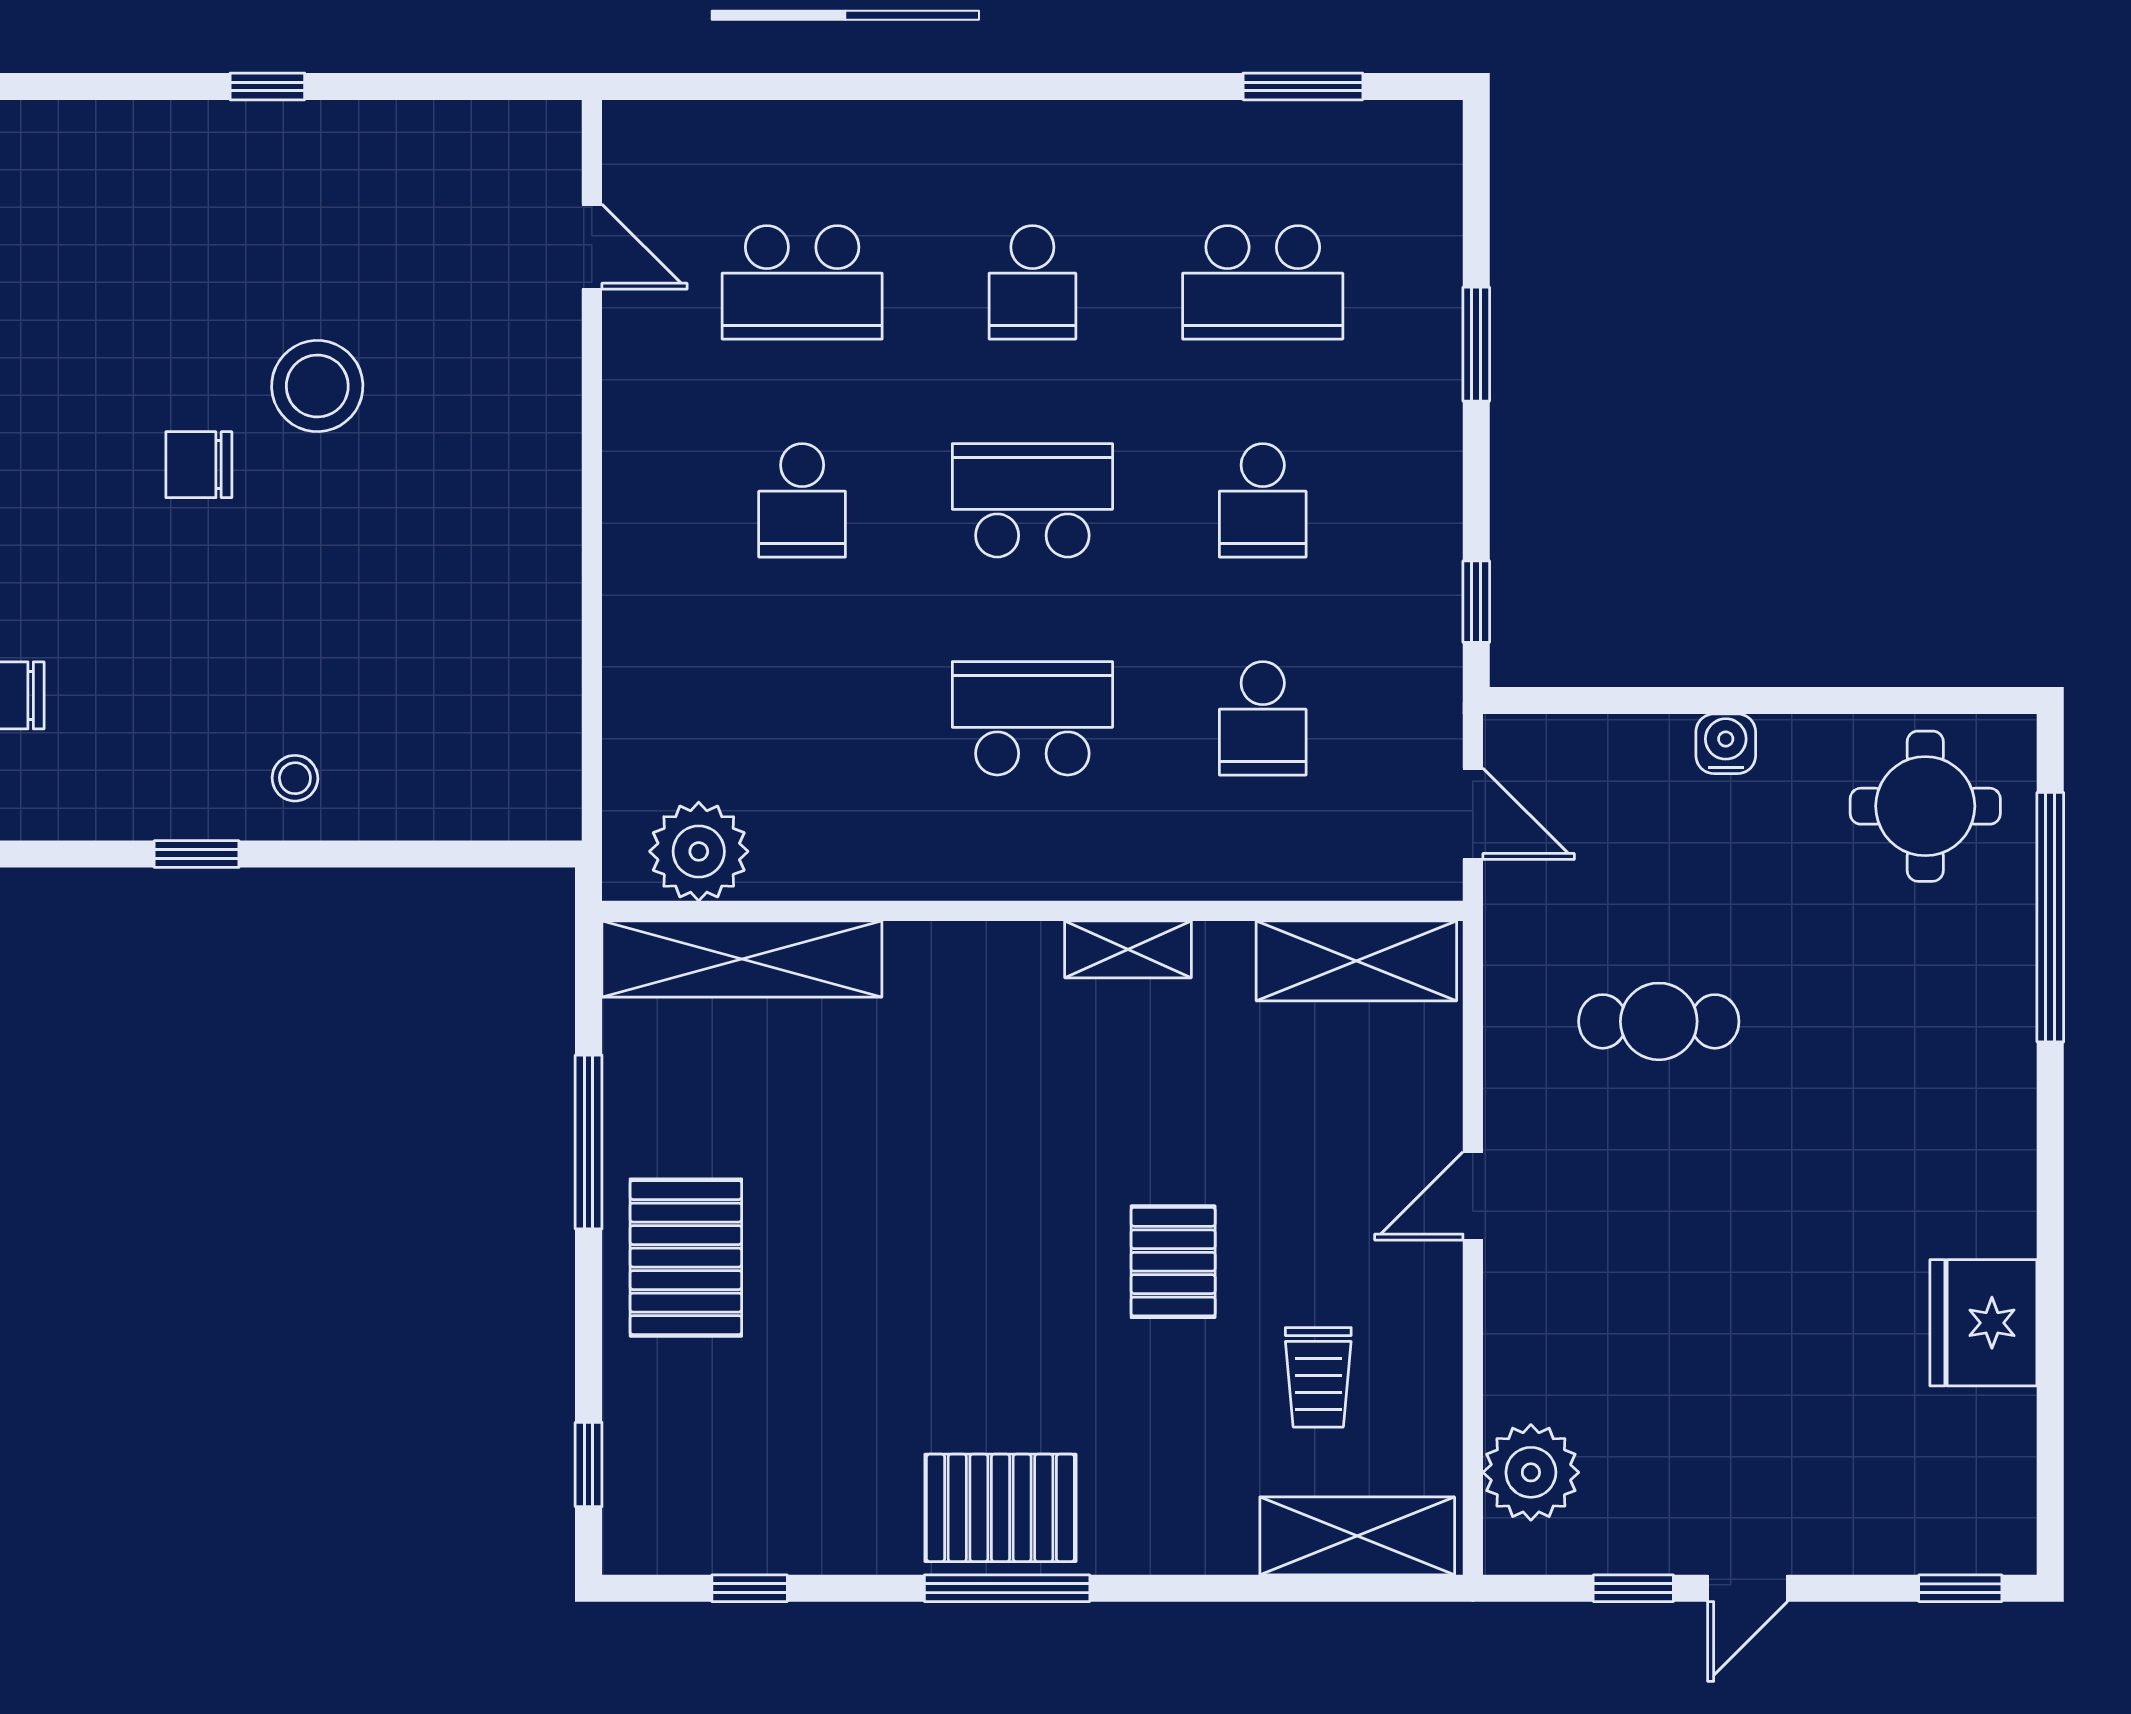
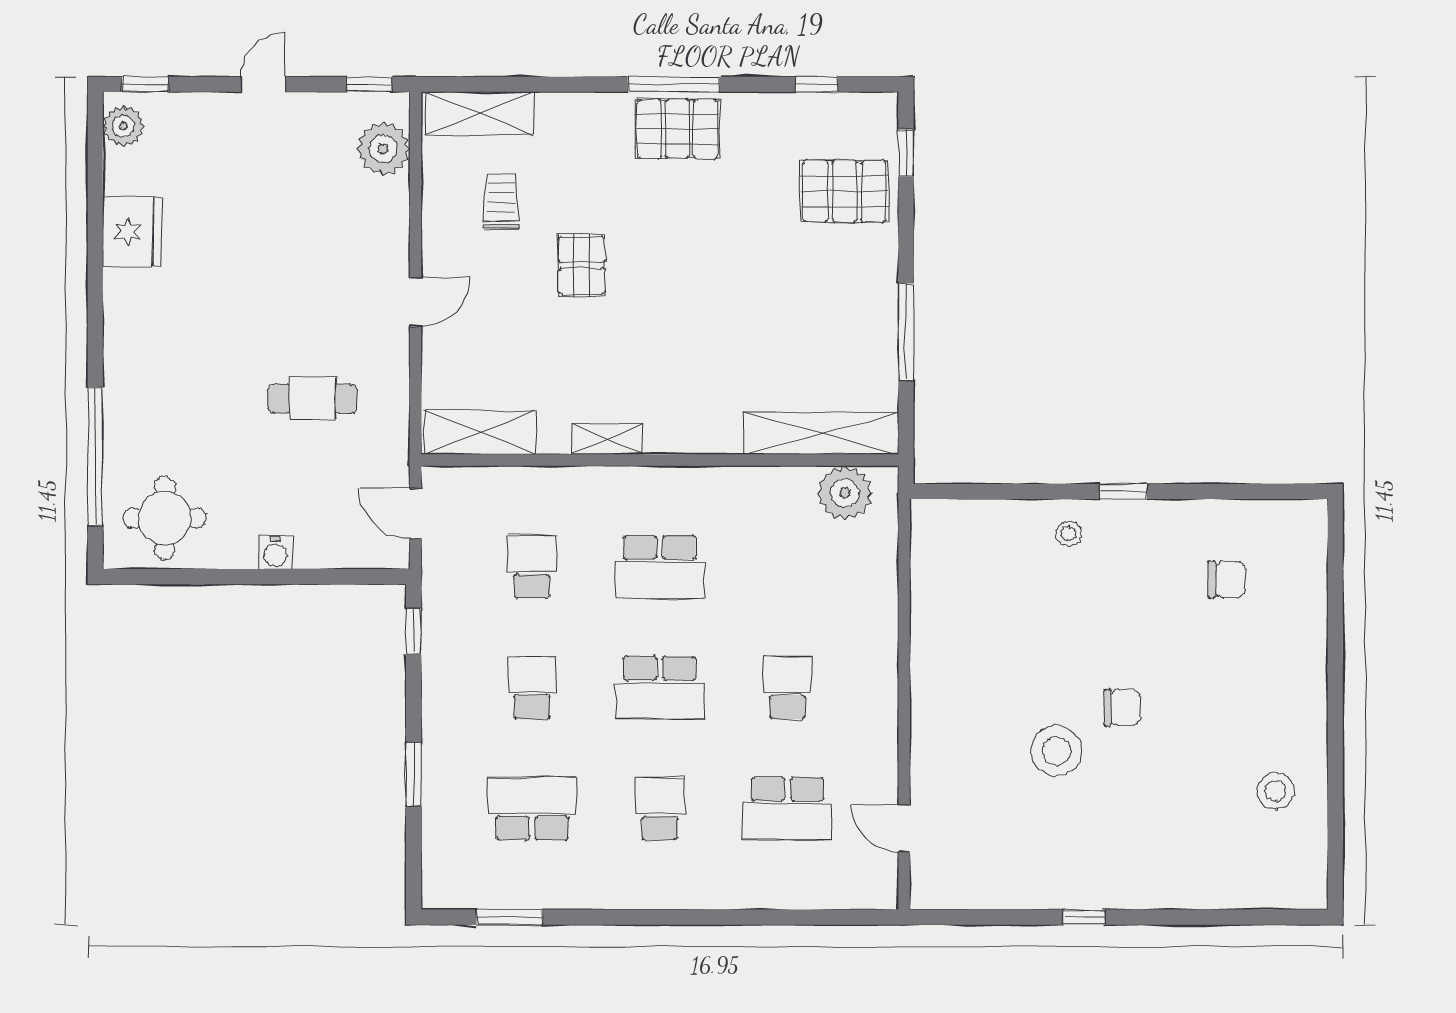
school desk: (802, 282) -> (788, 809), turned 180
pallet: (686, 1258) -> (844, 191), moved, turned 90
plant: (2000, 1513) -> (123, 126), added
window: (1633, 1588) -> (369, 84), moved

